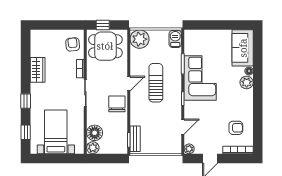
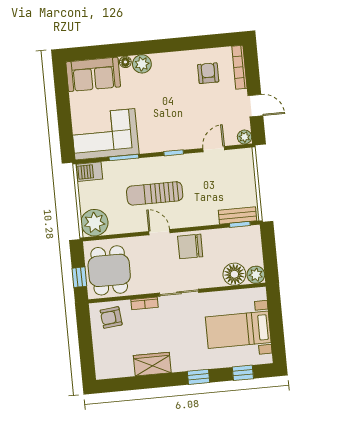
corner sofa: (200, 78) -> (105, 134), moved
door: (183, 127) -> (214, 149), hinge flipped

